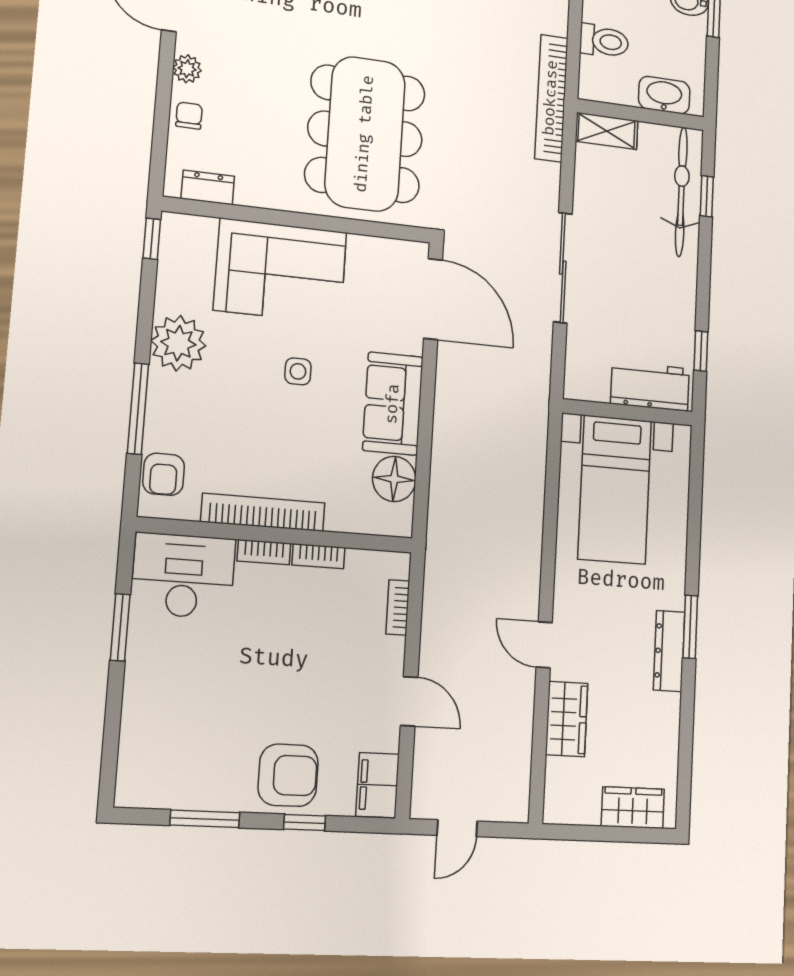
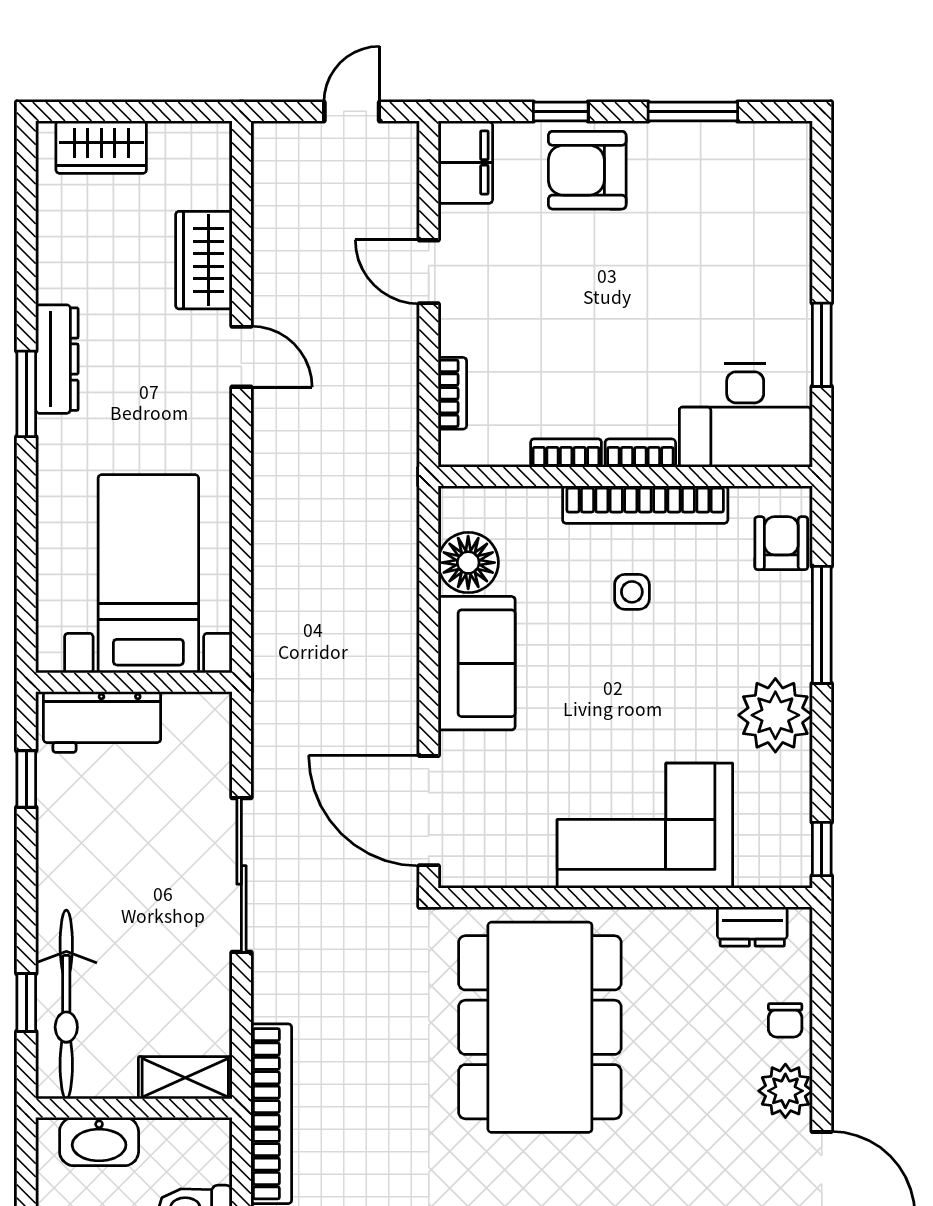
plant: (187, 69) -> (785, 1091), width x1.38, depth x1.38
side table: (298, 371) -> (632, 592), moved

